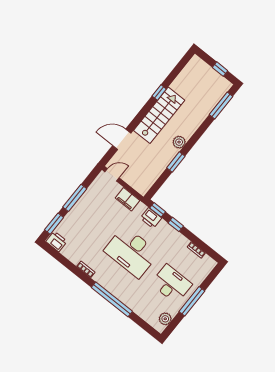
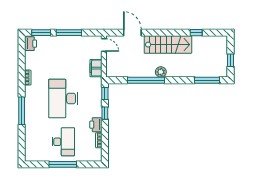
window: (159, 93) -> (196, 33), moved
window: (176, 162) -> (146, 80), width x2.11
printer: (151, 218) -> (96, 125), moved
window: (112, 299) -> (22, 111), width x0.68
plant: (165, 319) -> (37, 156), removed

